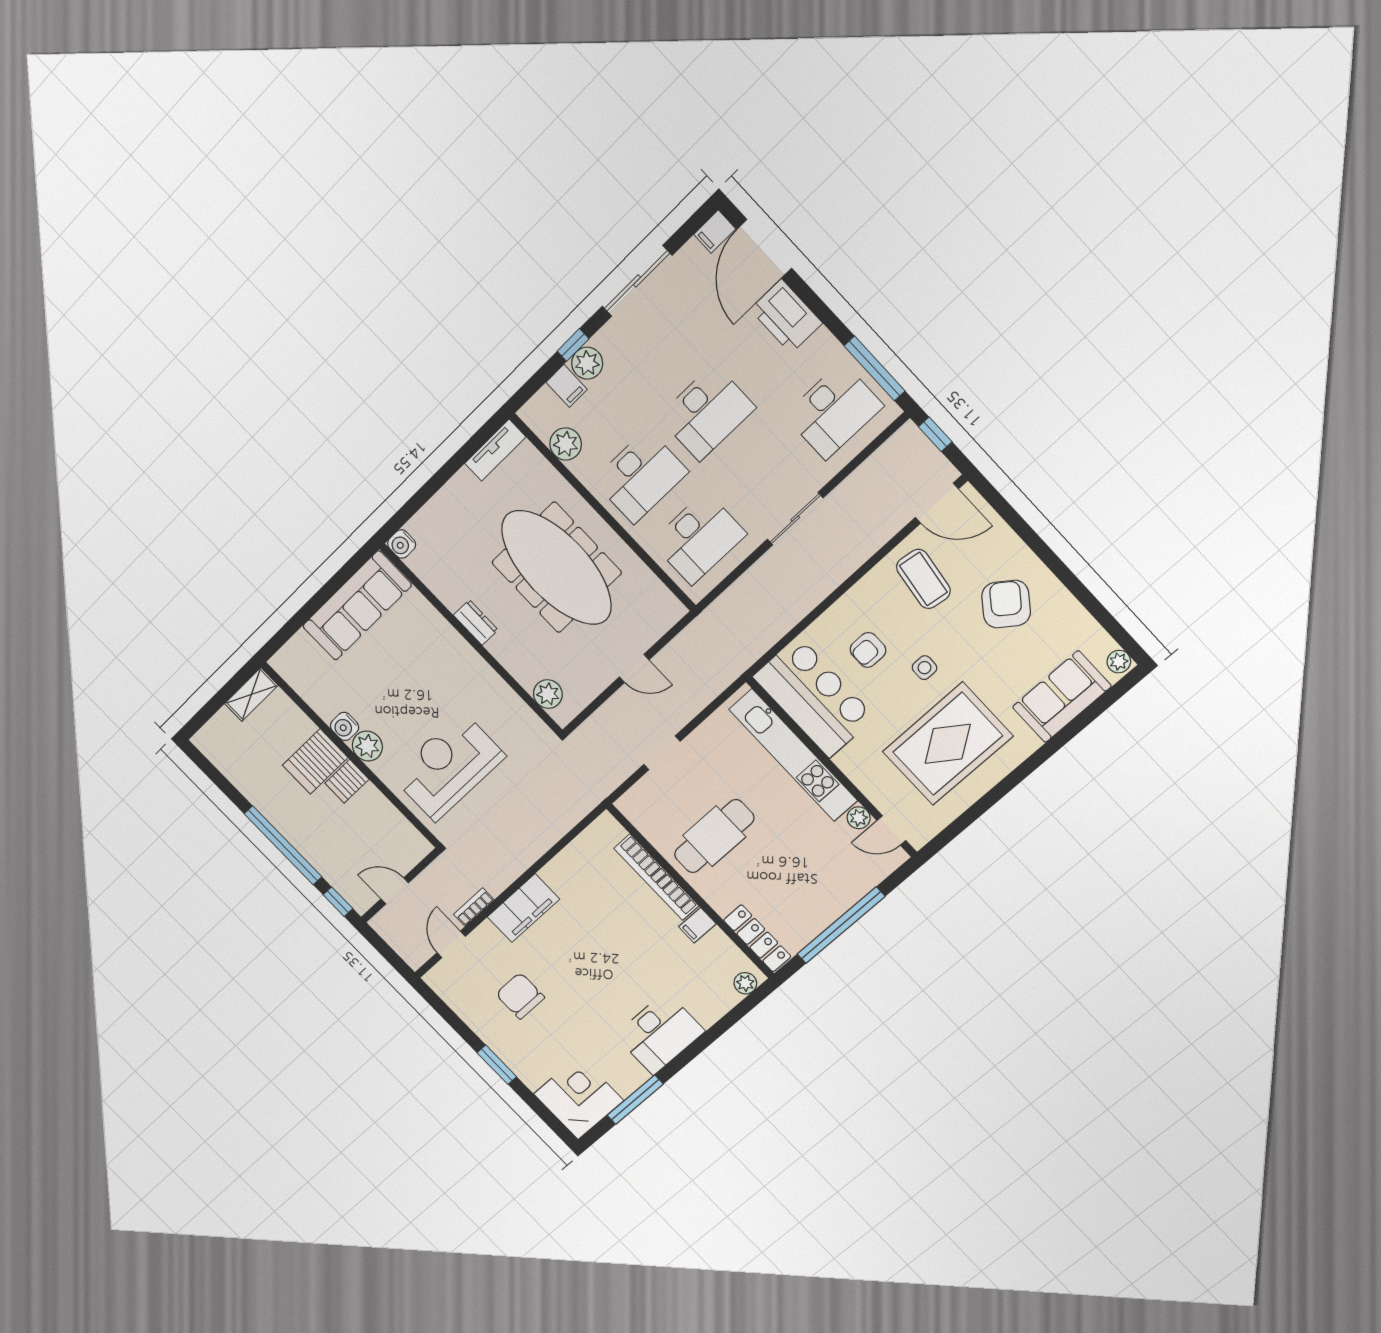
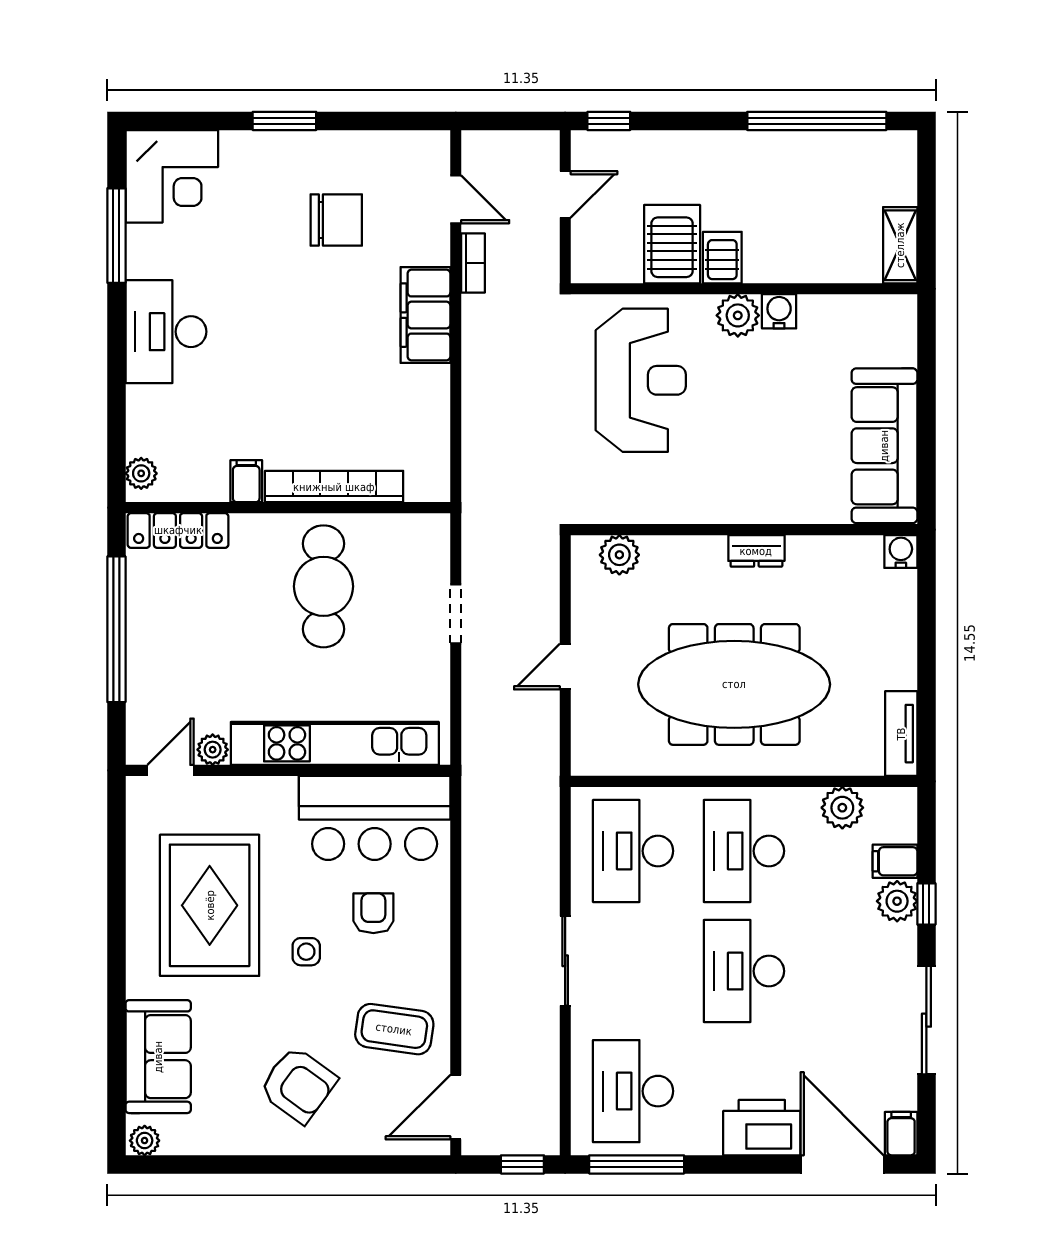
server rack: (315, 761) -> (672, 244), moved
window: (283, 845) -> (817, 121), moved

